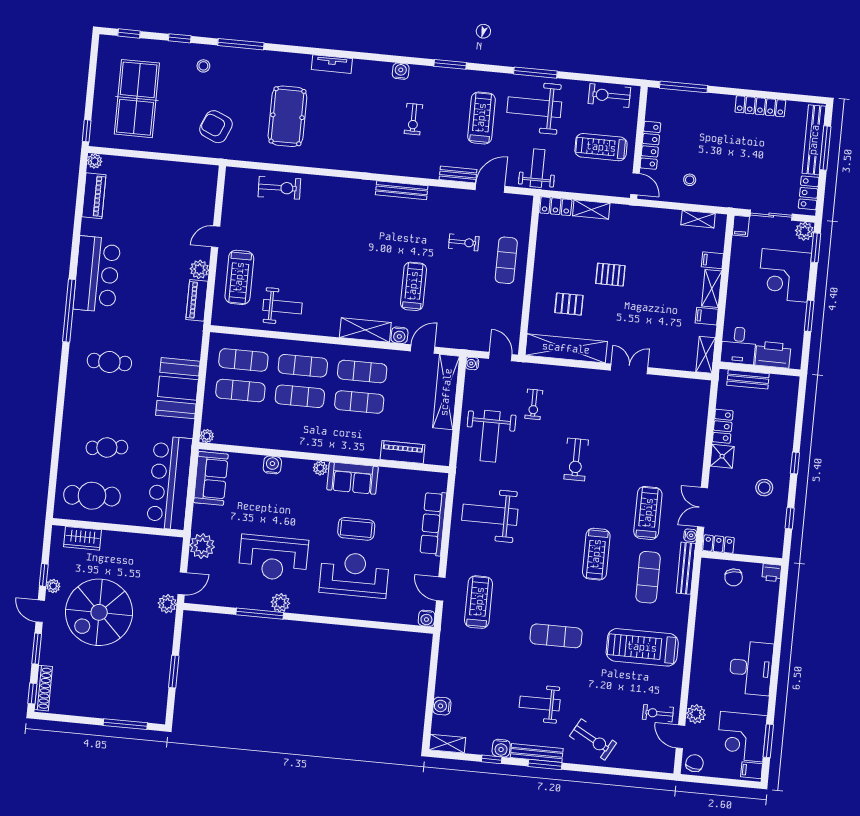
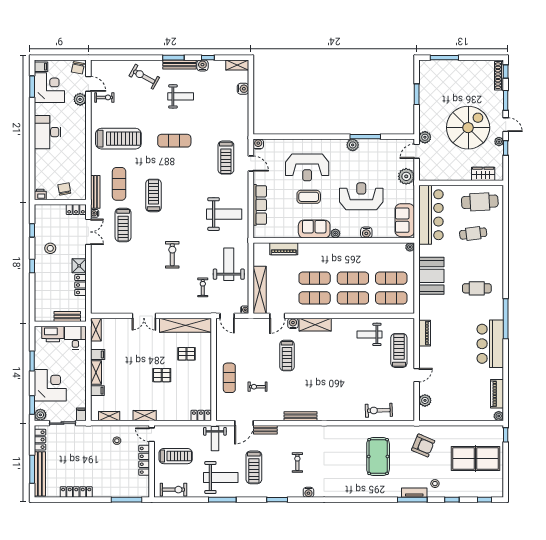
tv unit: (332, 64) -> (414, 493), moved
table tennis table: (137, 99) -> (476, 459), turned 90
shelving: (591, 209) -> (145, 416), moved
plant: (199, 269) -> (425, 400), moved
reception desk: (273, 558) -> (361, 196), moved

